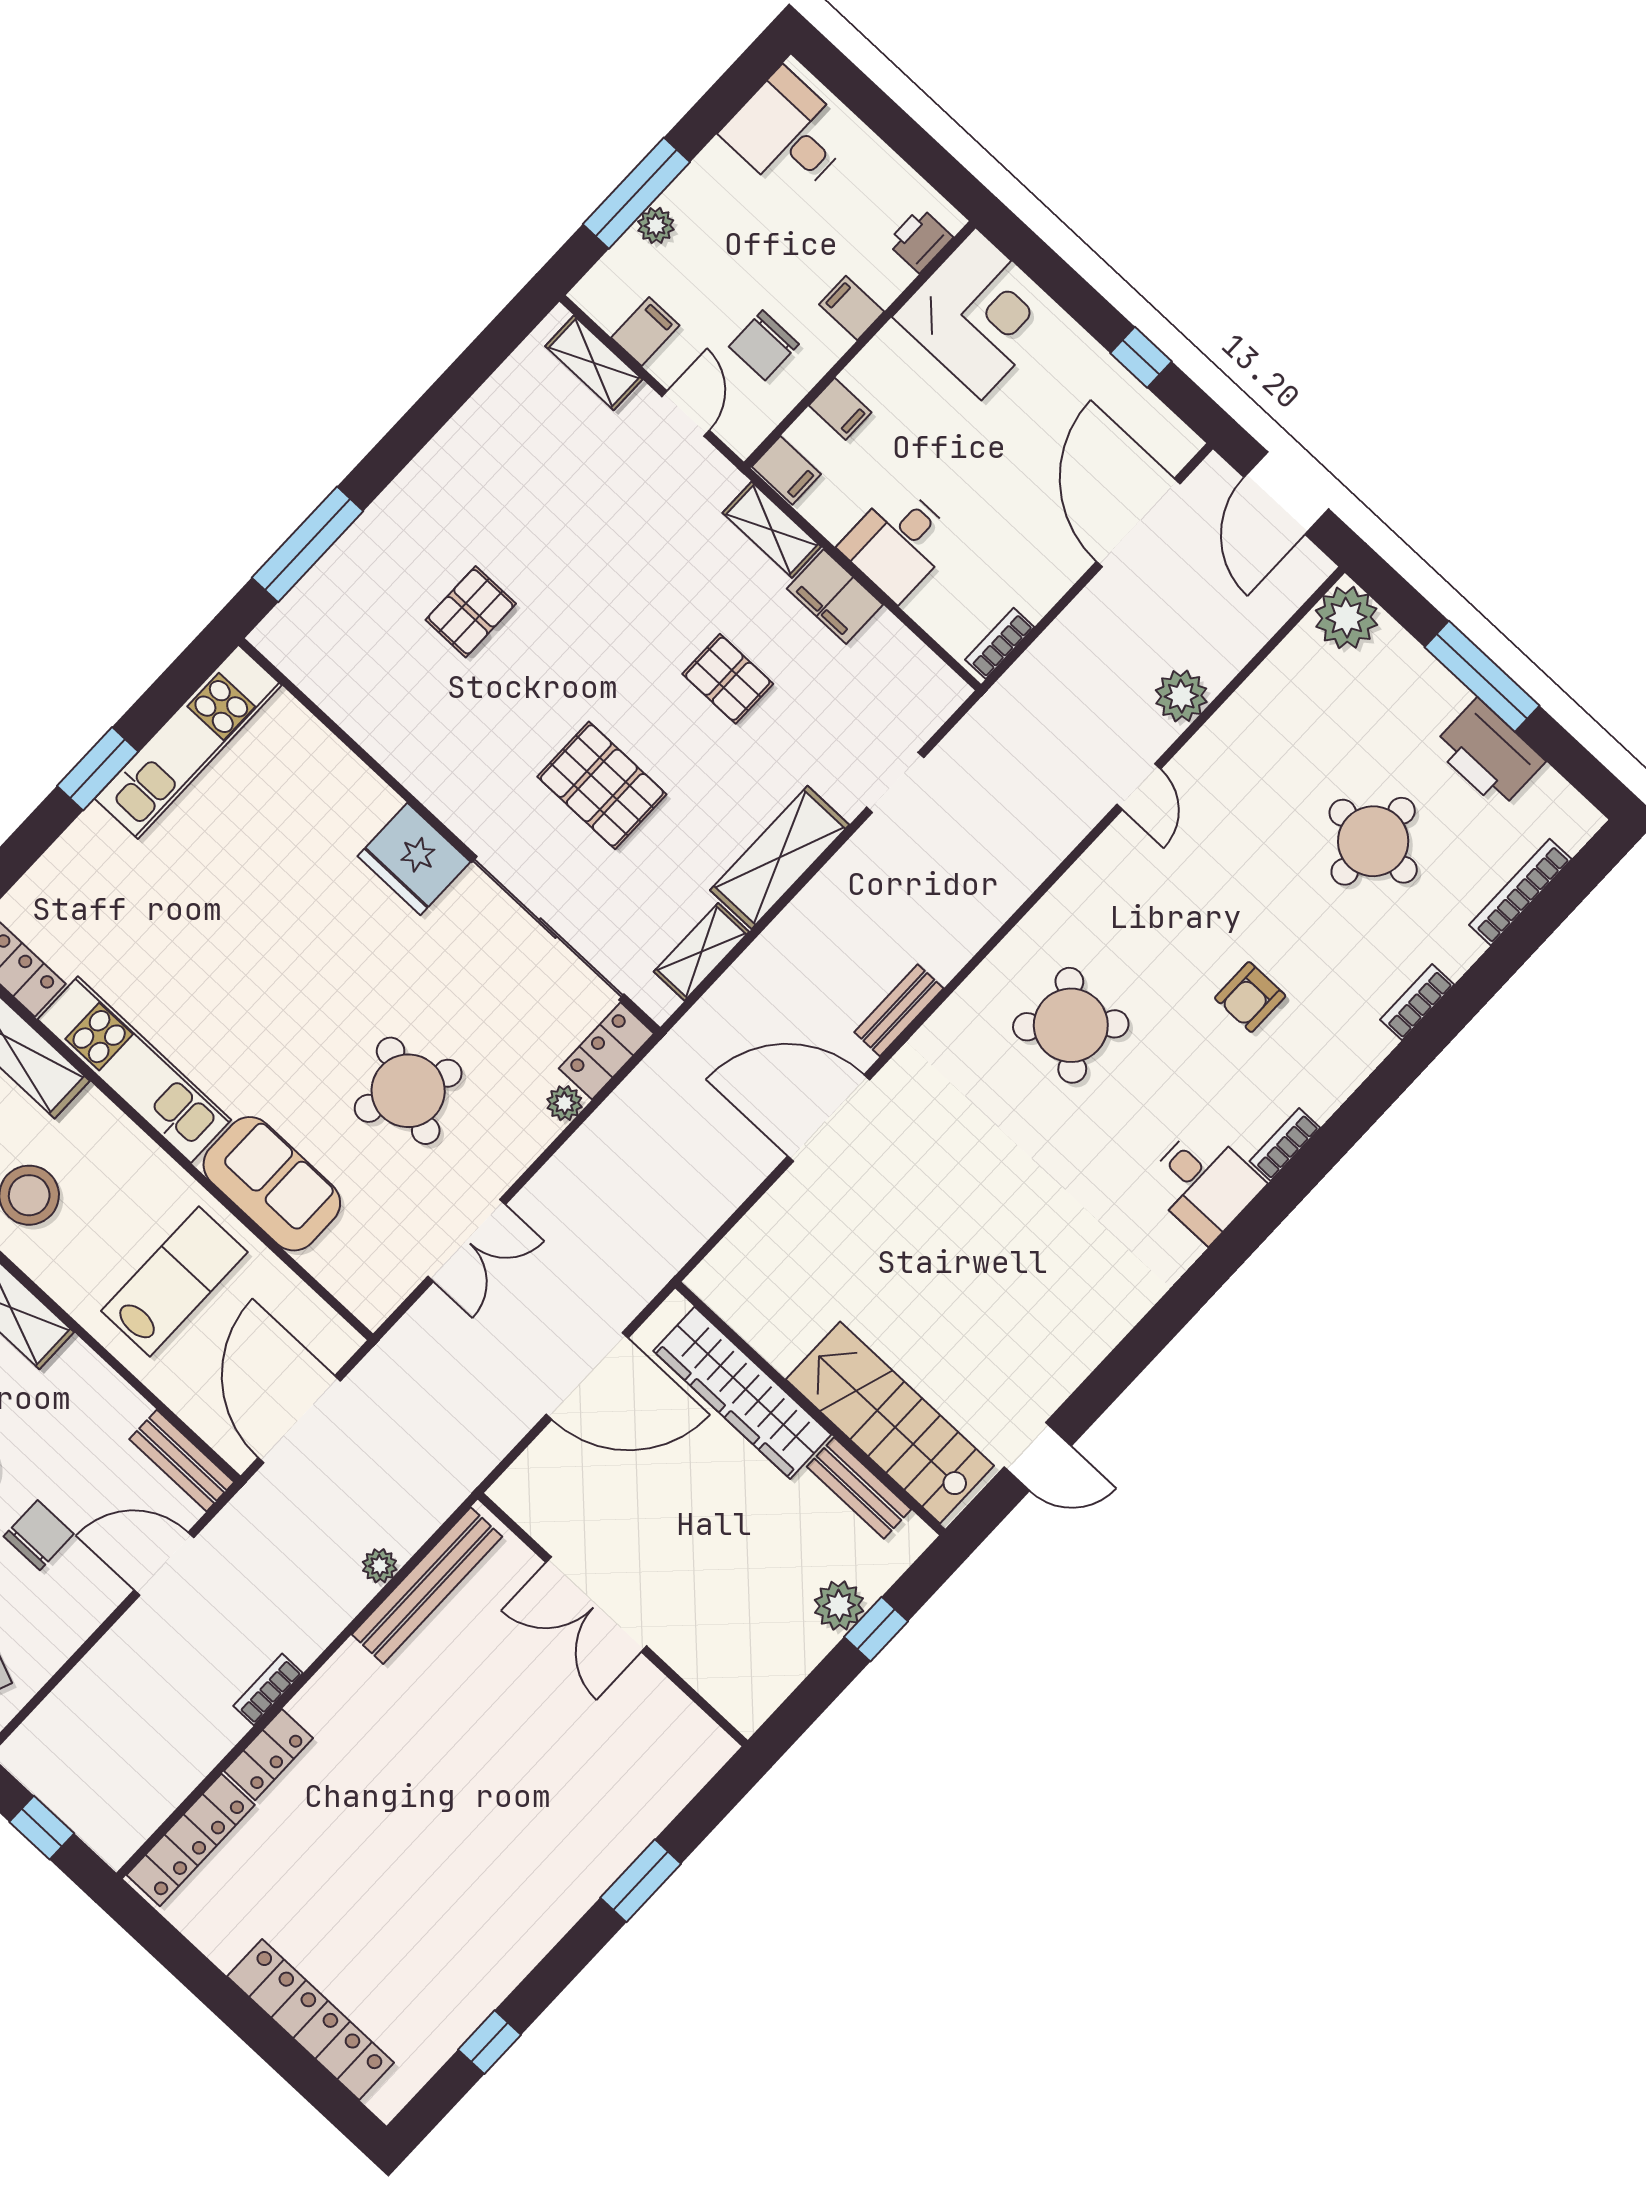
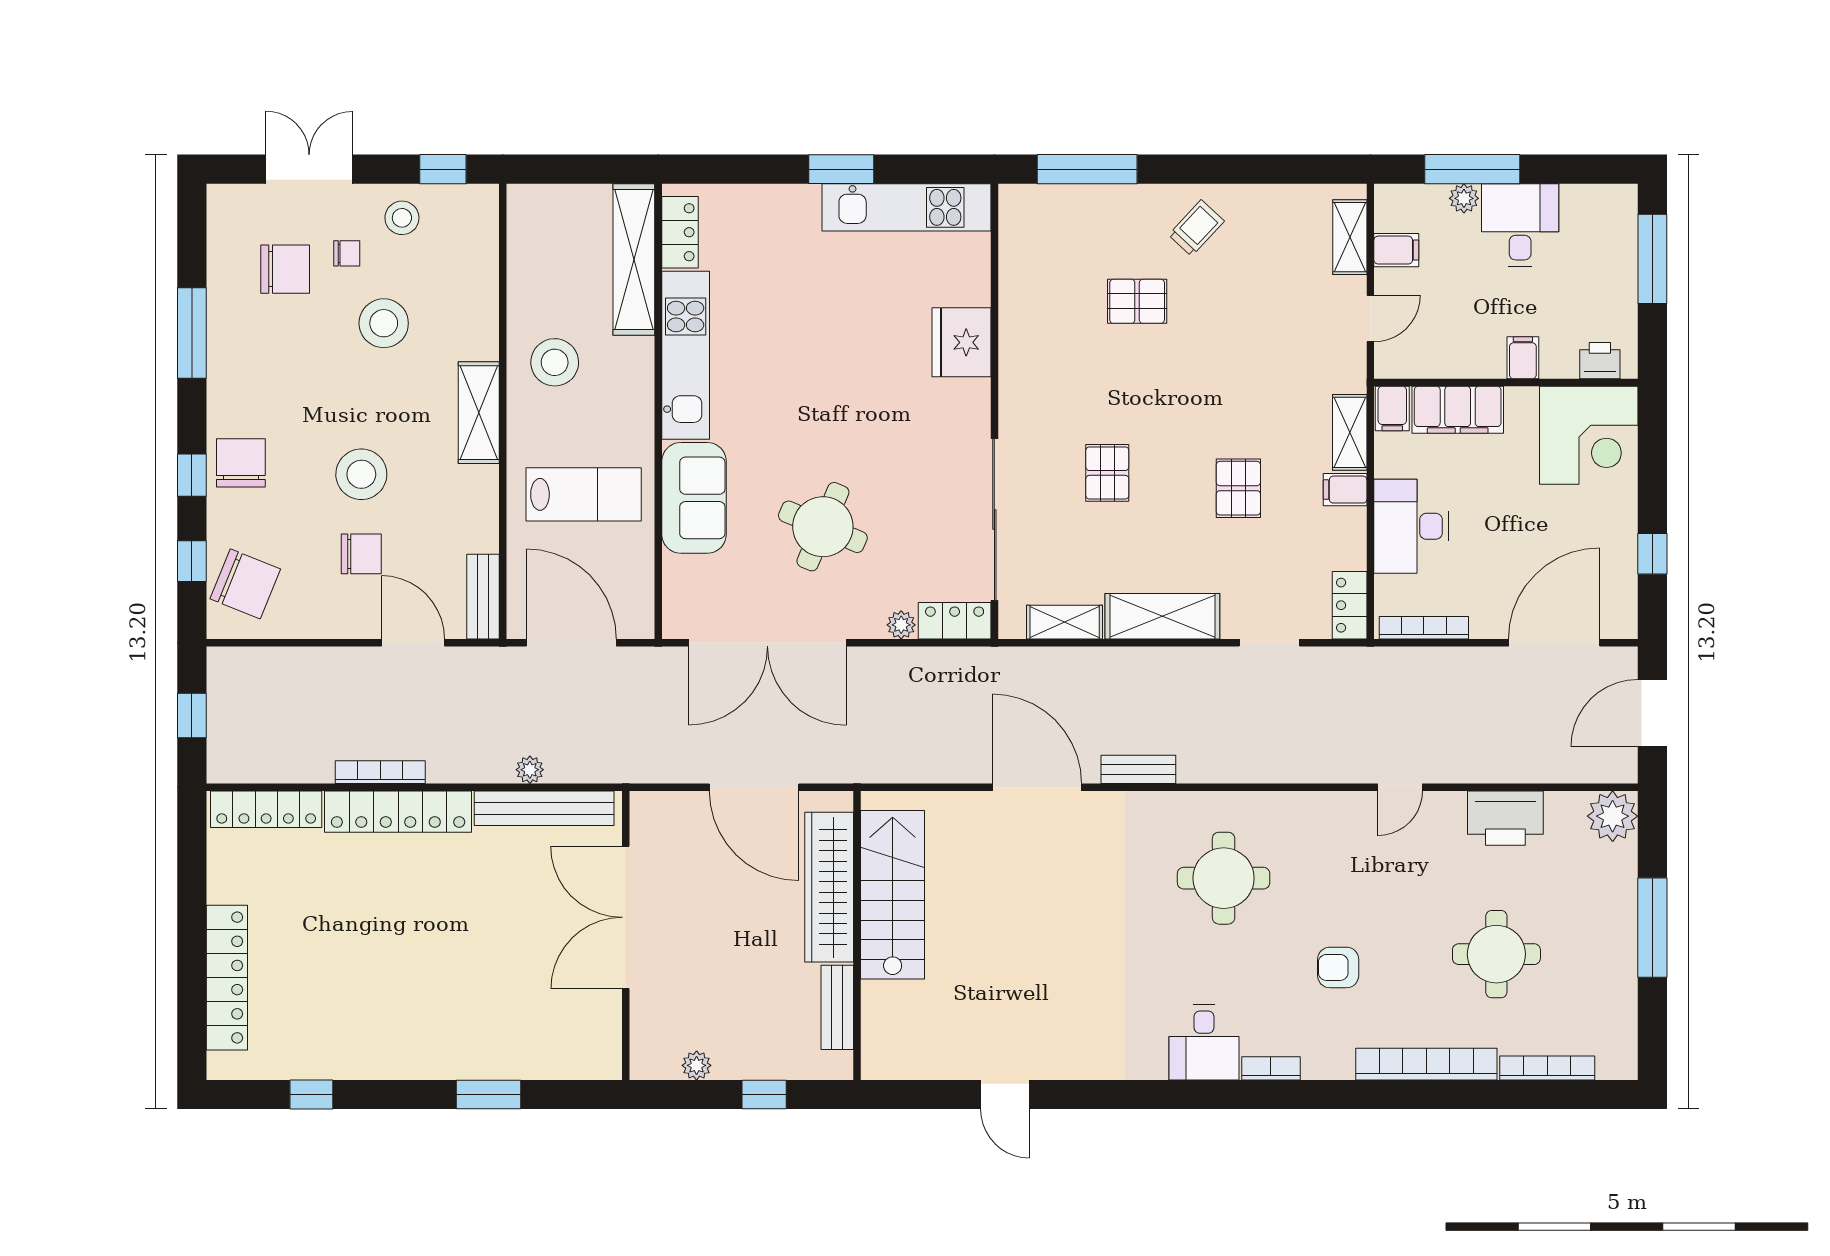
window: (872, 105) -> (1652, 259), added
desk: (788, 134) -> (1520, 225), moved
chair: (764, 345) -> (1453, 327), removed
filing cabinet: (840, 409) -> (1458, 410), width x3.00, depth x1.17
trolley: (454, 495) -> (1196, 228), added
desk: (898, 543) -> (1411, 526), width x1.37
filing cabinet: (835, 597) -> (1345, 490), width x0.50
bookcase: (1000, 643) -> (1424, 628), width x1.56
locker: (929, 677) -> (1350, 605), added
plant: (1181, 696) -> (1476, 763), removed
printer: (1489, 754) -> (1505, 818), moved, turned -90
pallet: (602, 785) -> (1107, 473), width x0.67, depth x0.71
fridge: (414, 859) -> (961, 342), moved
bookcase: (1417, 1002) -> (1426, 1064), width x2.31, depth x1.31
round table: (1071, 1025) -> (1224, 878), turned 45
double door: (467, 1240) -> (767, 643), width x1.87
door: (299, 1419) -> (571, 643), hinge flipped
stairs: (890, 1422) -> (893, 895), moved
door: (1038, 1456) -> (1005, 1095), moved
double door: (596, 1604) -> (626, 917), width x1.36
plant: (839, 1606) -> (697, 1065), moved, width x0.73, depth x0.73
bookcase: (268, 1689) -> (380, 772), width x1.56
locker: (268, 1755) -> (398, 812), width x2.16, depth x1.21

